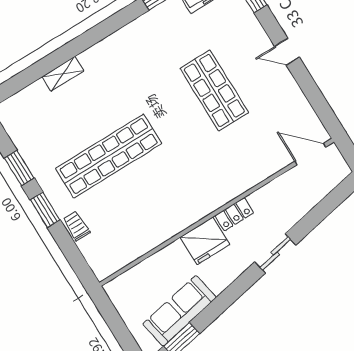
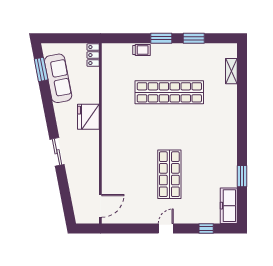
shelving: (63, 74) -> (231, 71), moved
shop shelf: (214, 91) -> (169, 174), turned 90
shop shelf: (109, 156) -> (169, 92), turned 90
locker: (234, 214) -> (93, 55), moved

